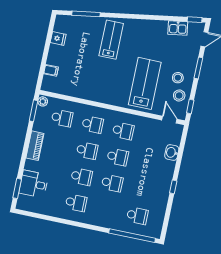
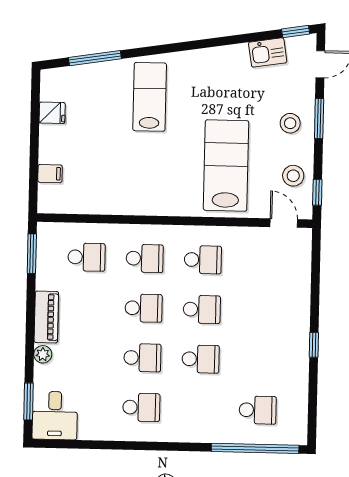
stool: (178, 78) -> (290, 123), moved
plant: (43, 101) -> (43, 354), moved
washbasin: (172, 153) -> (299, 283), removed
desk: (34, 184) -> (55, 416), moved, turned -90

